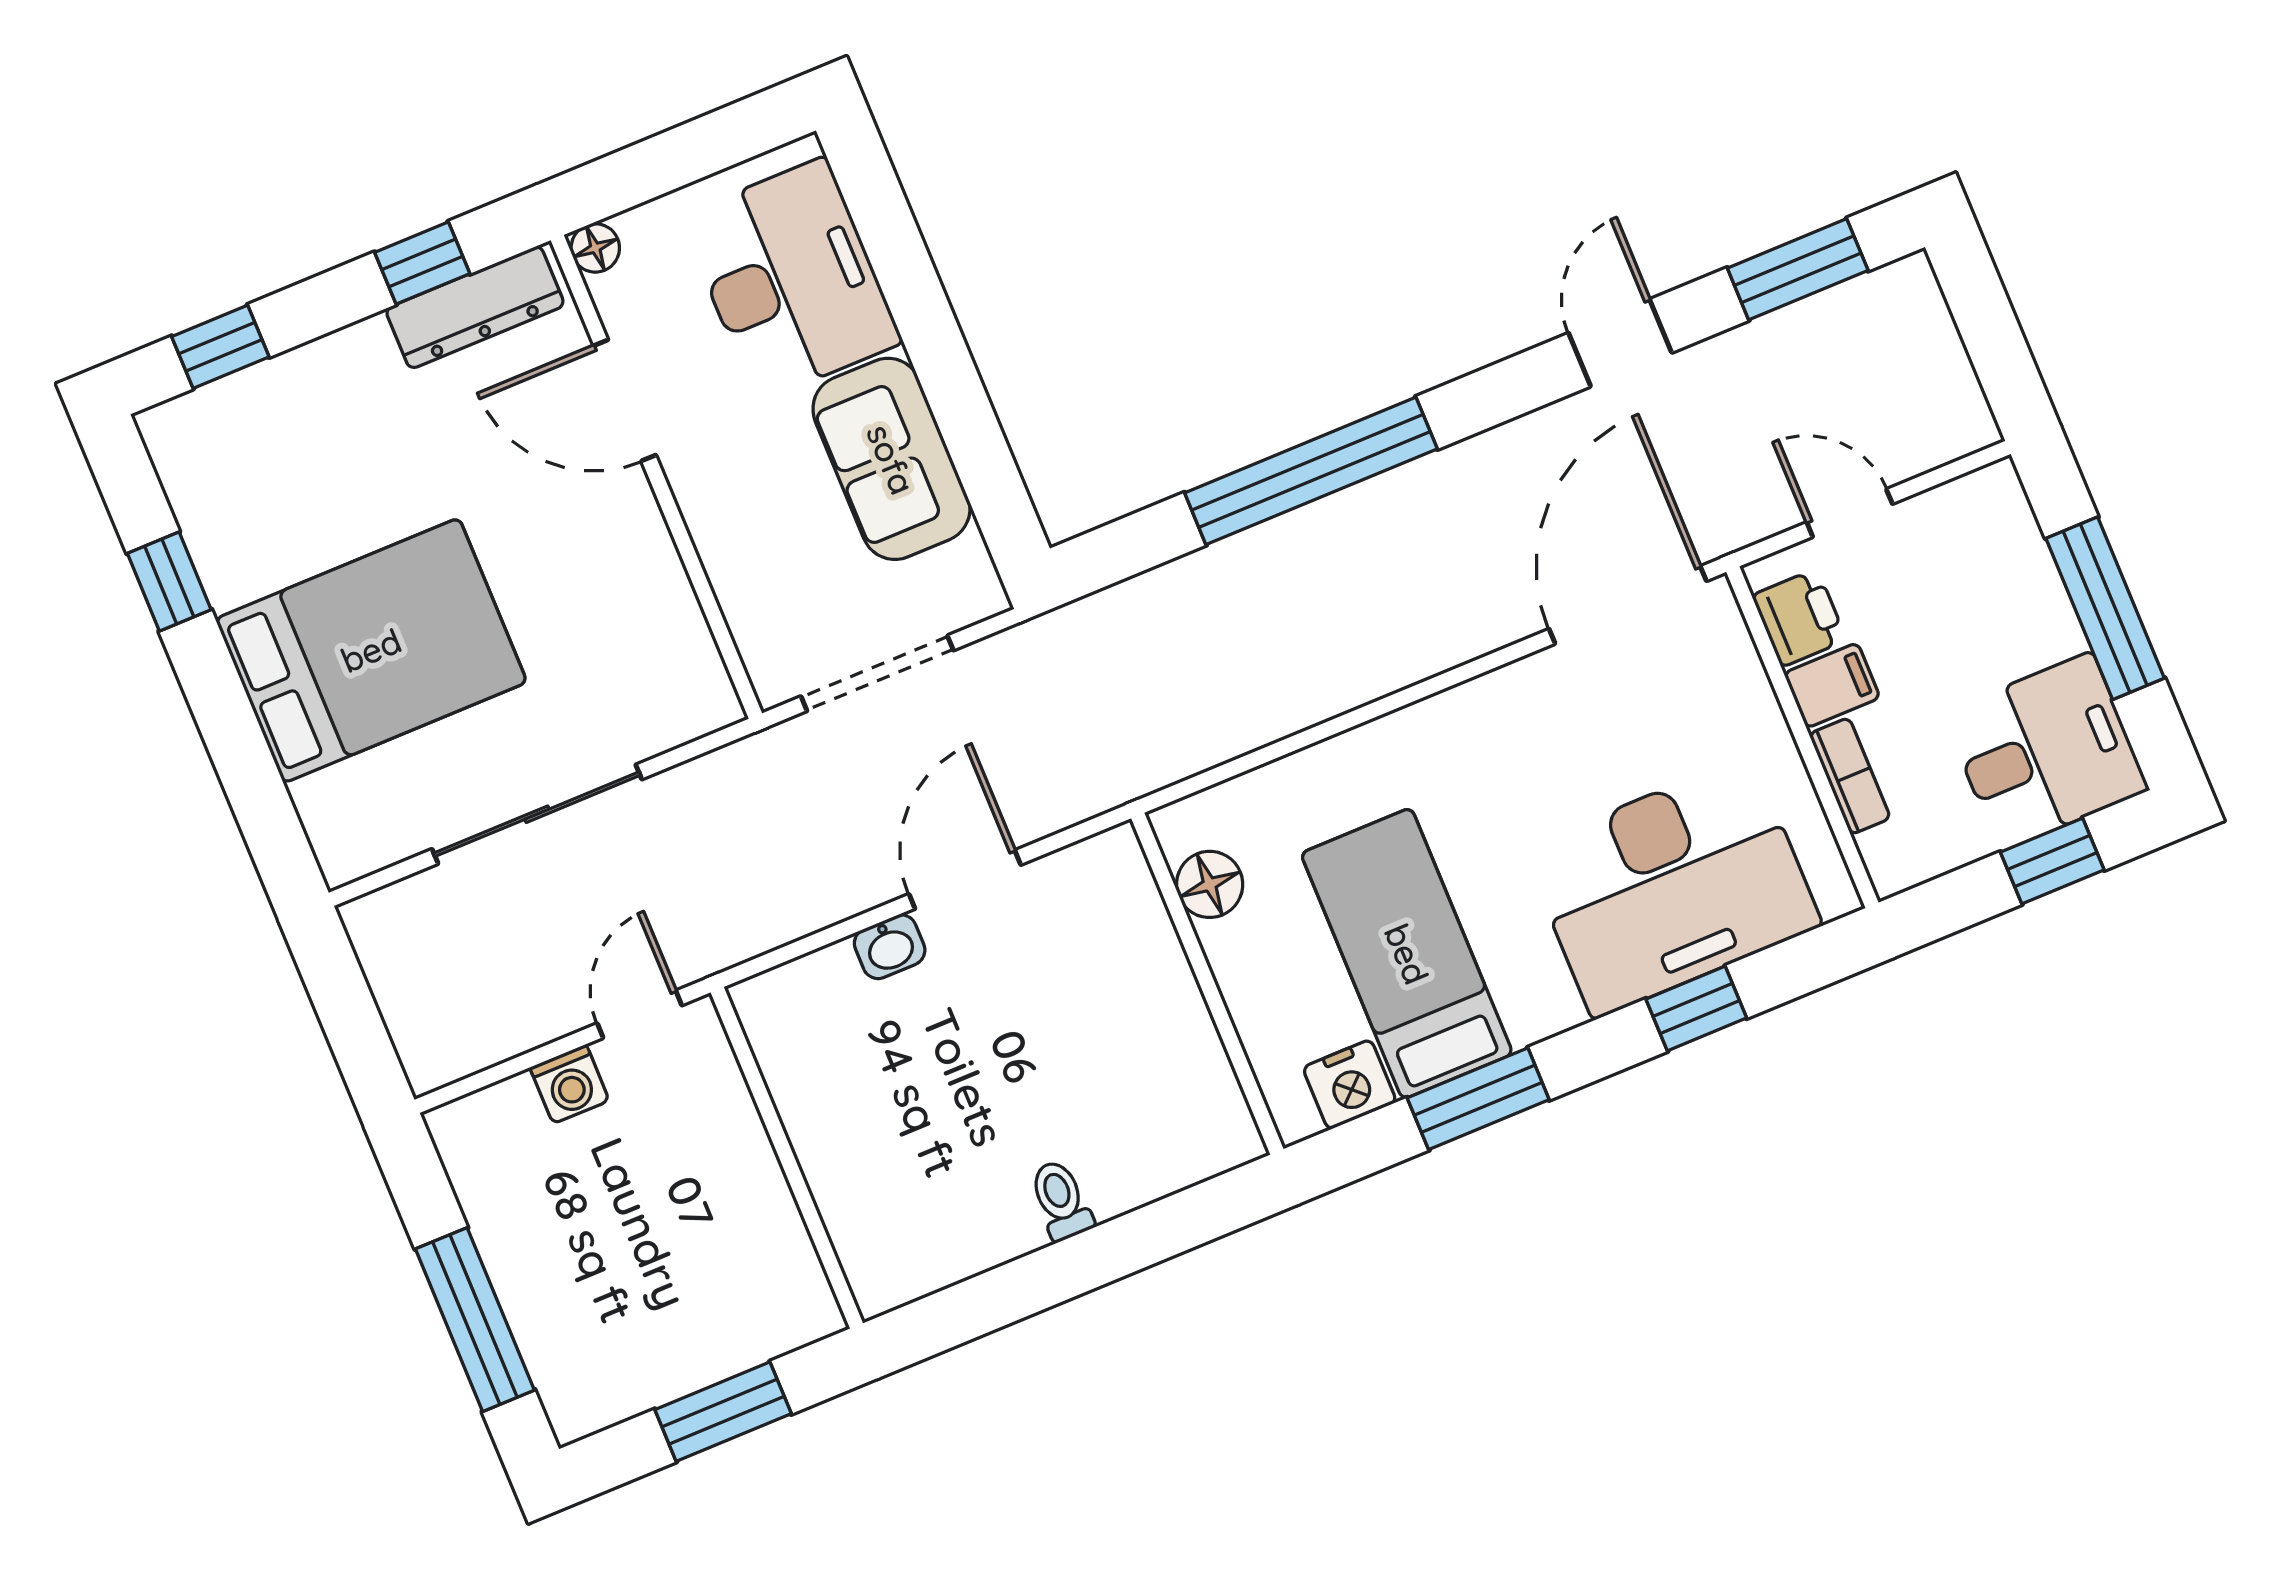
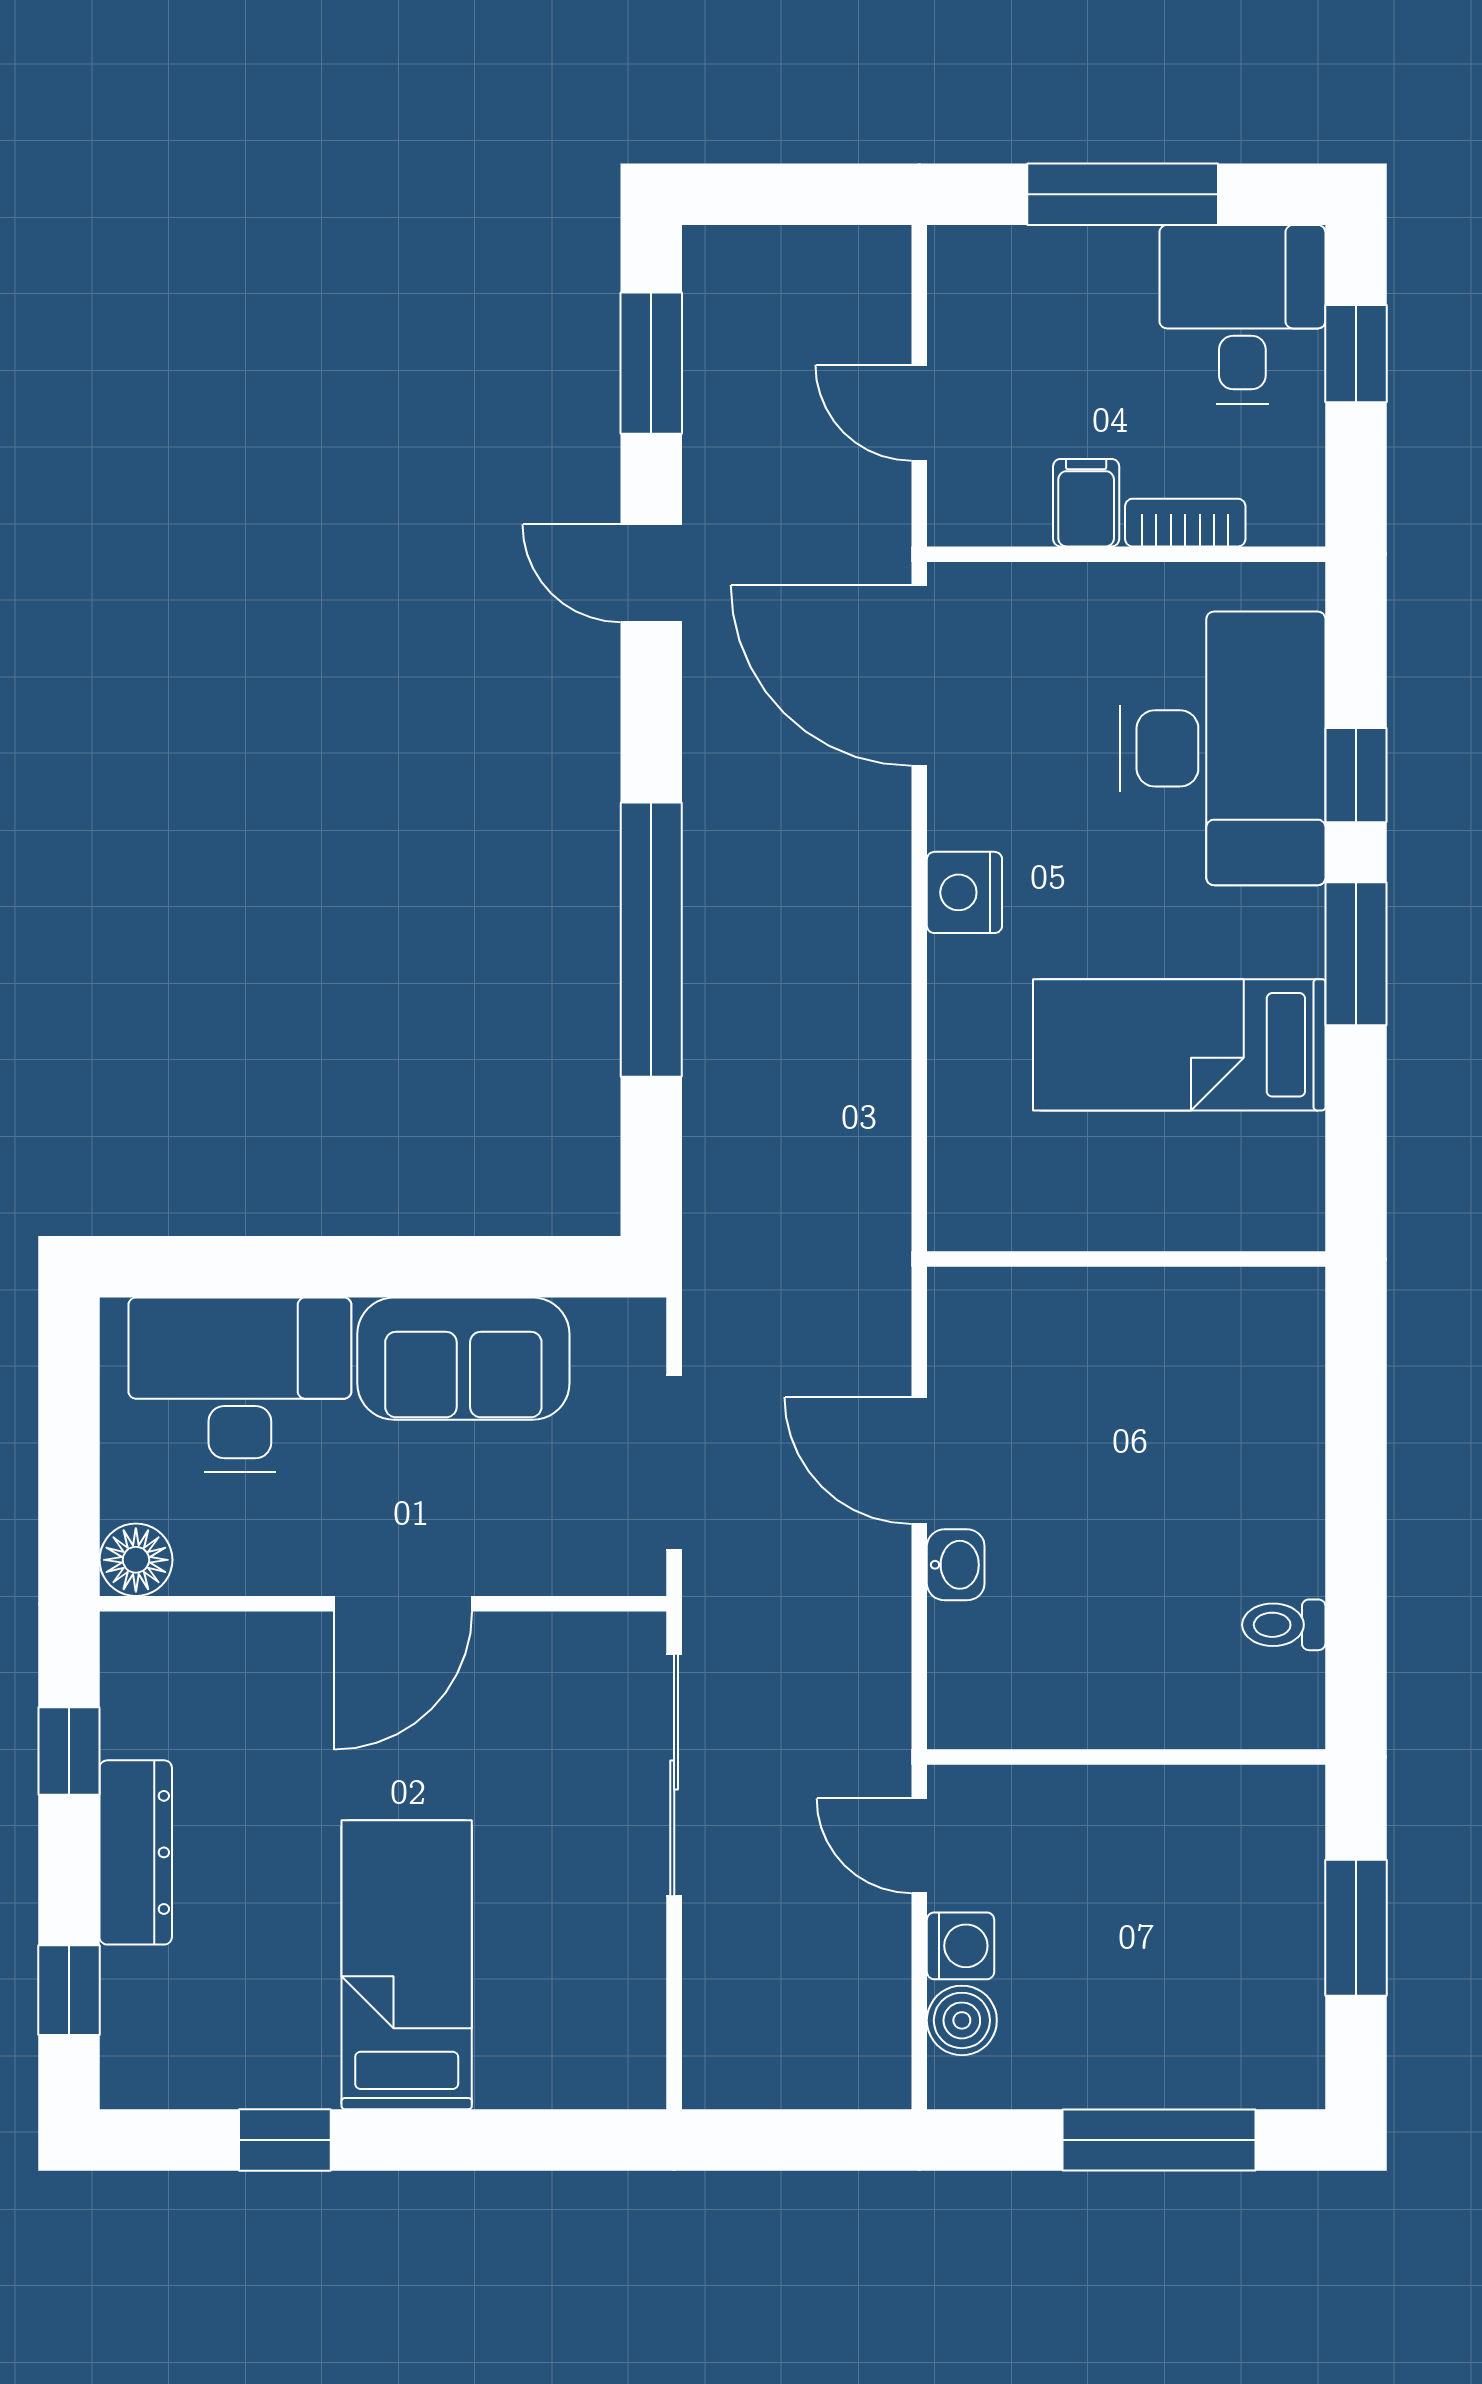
floor lamp: (595, 248) -> (136, 1560), width x1.37, depth x1.37
dresser: (475, 307) -> (136, 1852), moved
door: (625, 400) -> (403, 1604), moved
door: (1850, 513) -> (919, 413), hinge flipped
printer: (1799, 618) -> (1004, 508), removed
bed: (371, 650) -> (407, 1965), width x0.67
sliding door: (537, 814) -> (674, 1775), moved
floor lamp: (1210, 884) -> (1027, 1215), removed
nightstand: (1350, 1085) -> (964, 892), moved, turned 180
window: (1478, 1099) -> (1356, 954), moved
boiler: (507, 1111) -> (962, 2020), added
toilet: (1061, 1200) -> (1284, 1625), moved

